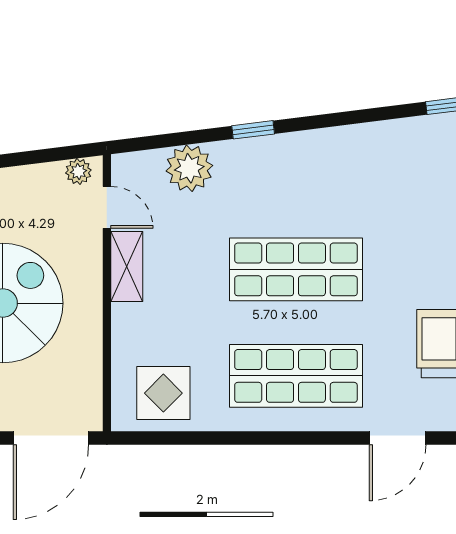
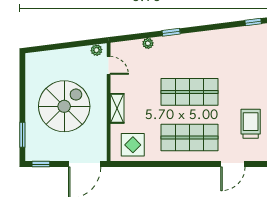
plant: (189, 168) -> (148, 43), width x0.53, depth x0.53
shelving: (127, 267) -> (117, 108), moved

